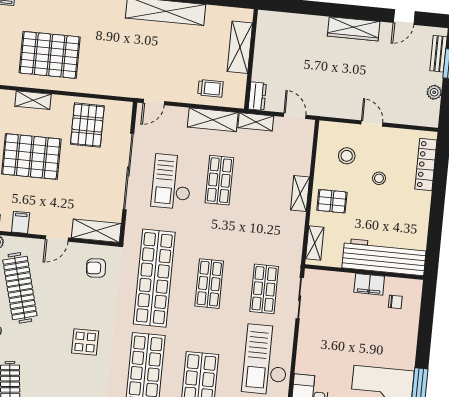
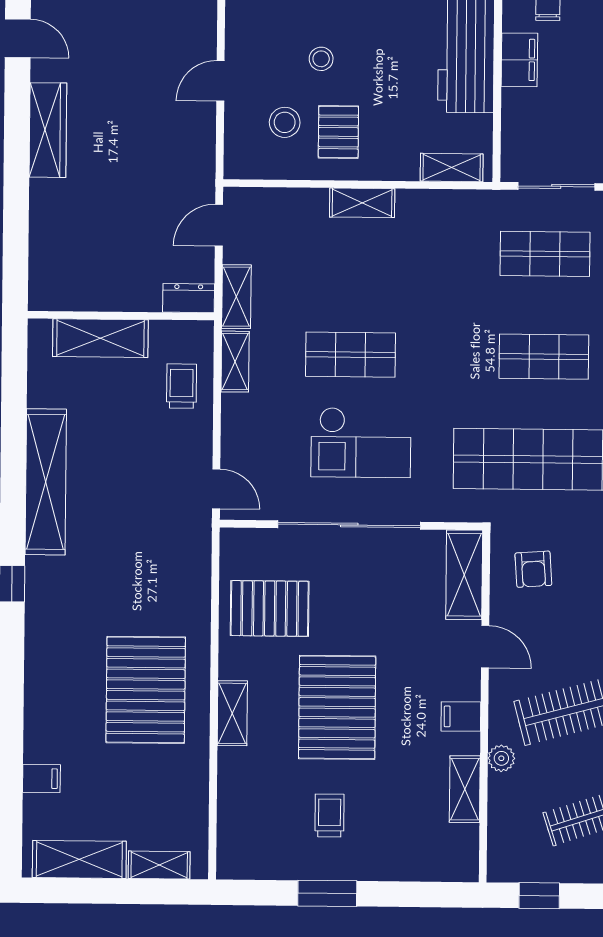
shelving: (213, 120) -> (235, 362), width x0.67, depth x0.75
pallet: (332, 201) -> (338, 132), moved

